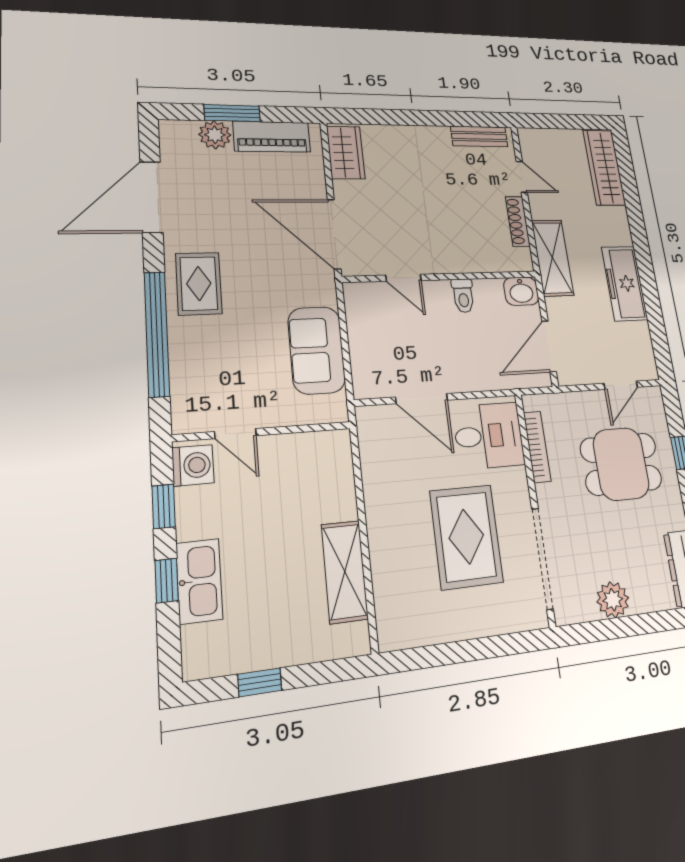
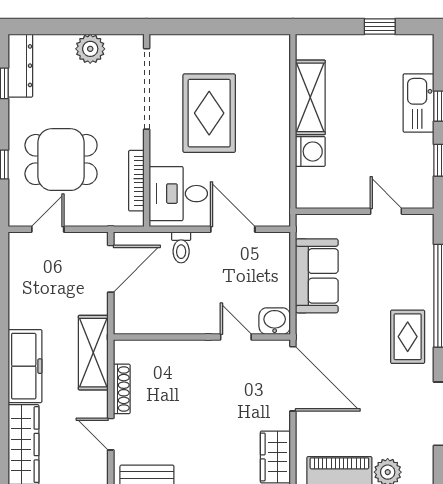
freezer: (625, 283) -> (25, 366), moved
washbasin: (521, 291) -> (275, 321), moved
toilet: (463, 296) -> (181, 247), moved, turned 180
washing machine: (193, 465) -> (310, 151), moved, turned 180

